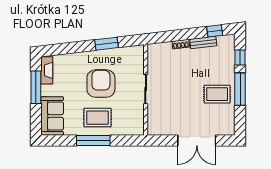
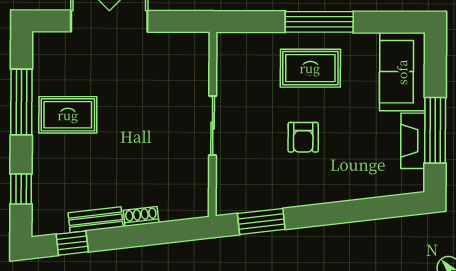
window: (107, 44) -> (261, 221), moved
fireplace: (47, 70) -> (413, 141), moved
armchair: (101, 84) -> (303, 137), width x0.53, depth x0.53
window: (240, 89) -> (21, 102), moved

